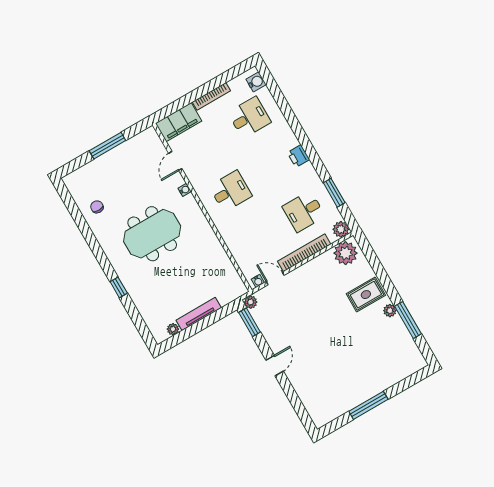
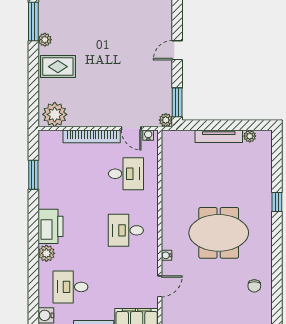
printer: (298, 156) -> (50, 226), width x1.87, depth x1.48
desk: (304, 211) -> (126, 174), moved
plant: (341, 229) -> (46, 253), moved

